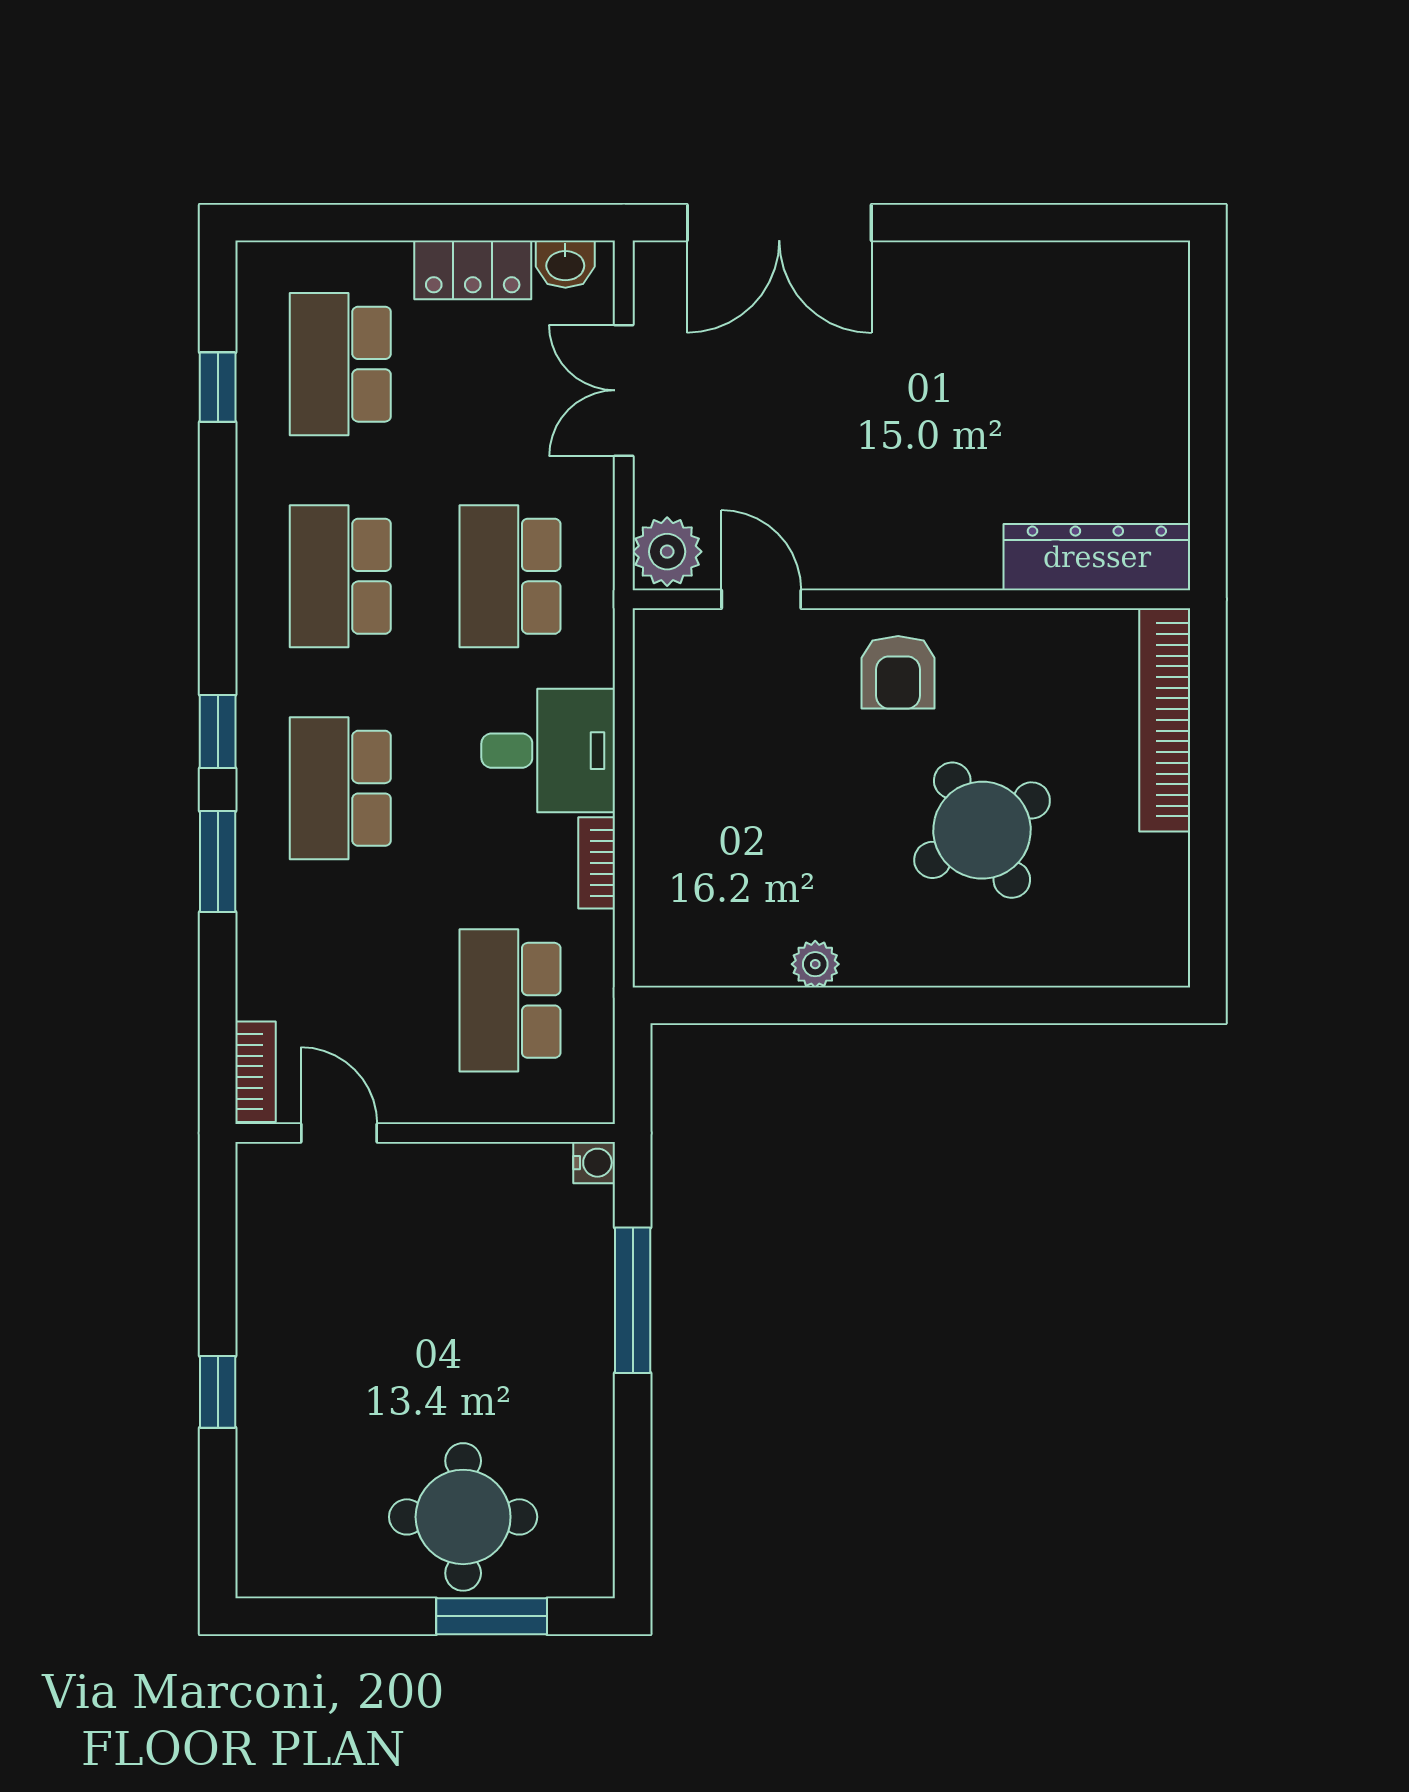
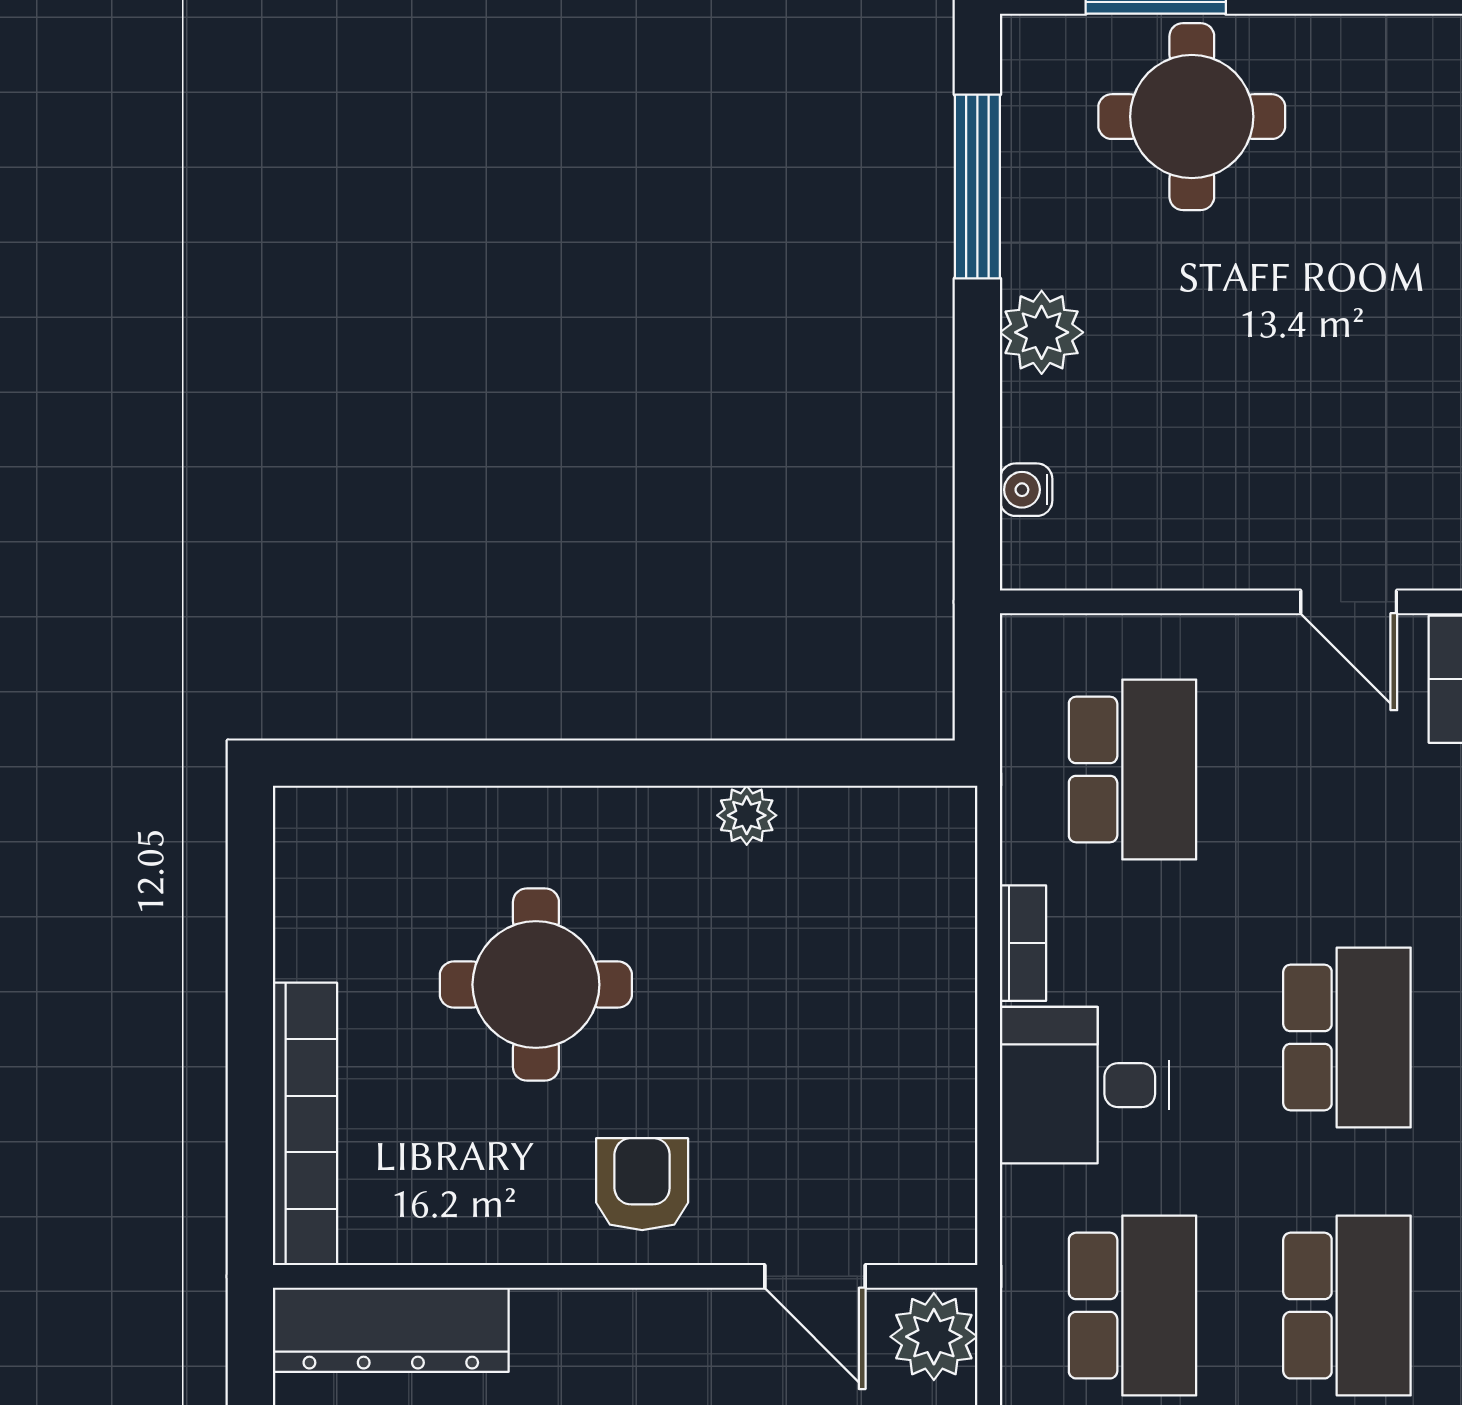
round table: (982, 830) -> (536, 985), turned 31
water cooler: (594, 1163) -> (1026, 490), moved
window: (633, 1300) -> (977, 187), moved
plant: (582, 1346) -> (1042, 332), added

